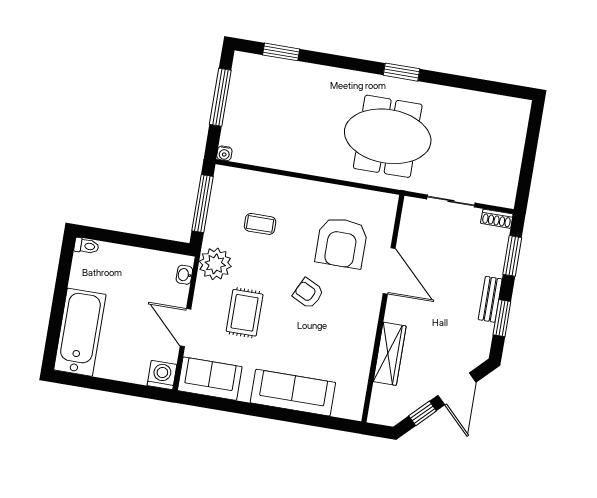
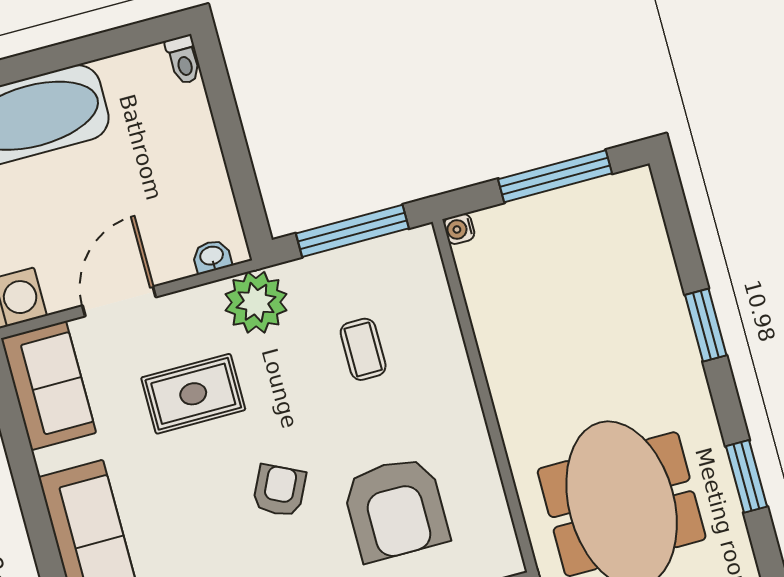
window: (281, 52) -> (706, 325), moved
armchair: (342, 243) -> (396, 509), turned -90

